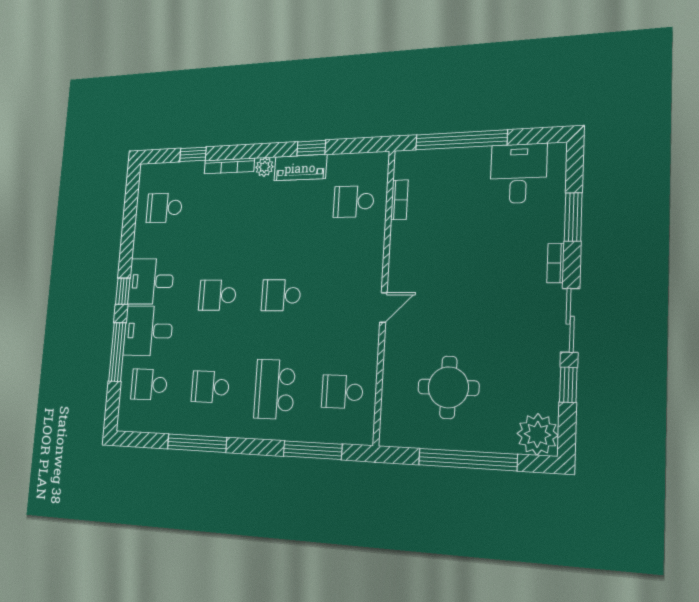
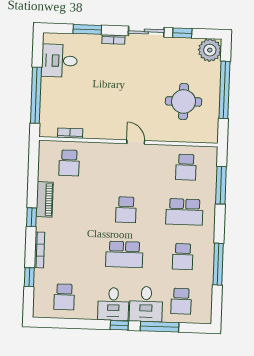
window: (311, 148) -> (31, 217), moved
plant: (264, 167) -> (42, 225), removed
school desk: (217, 295) -> (124, 254), width x1.85

